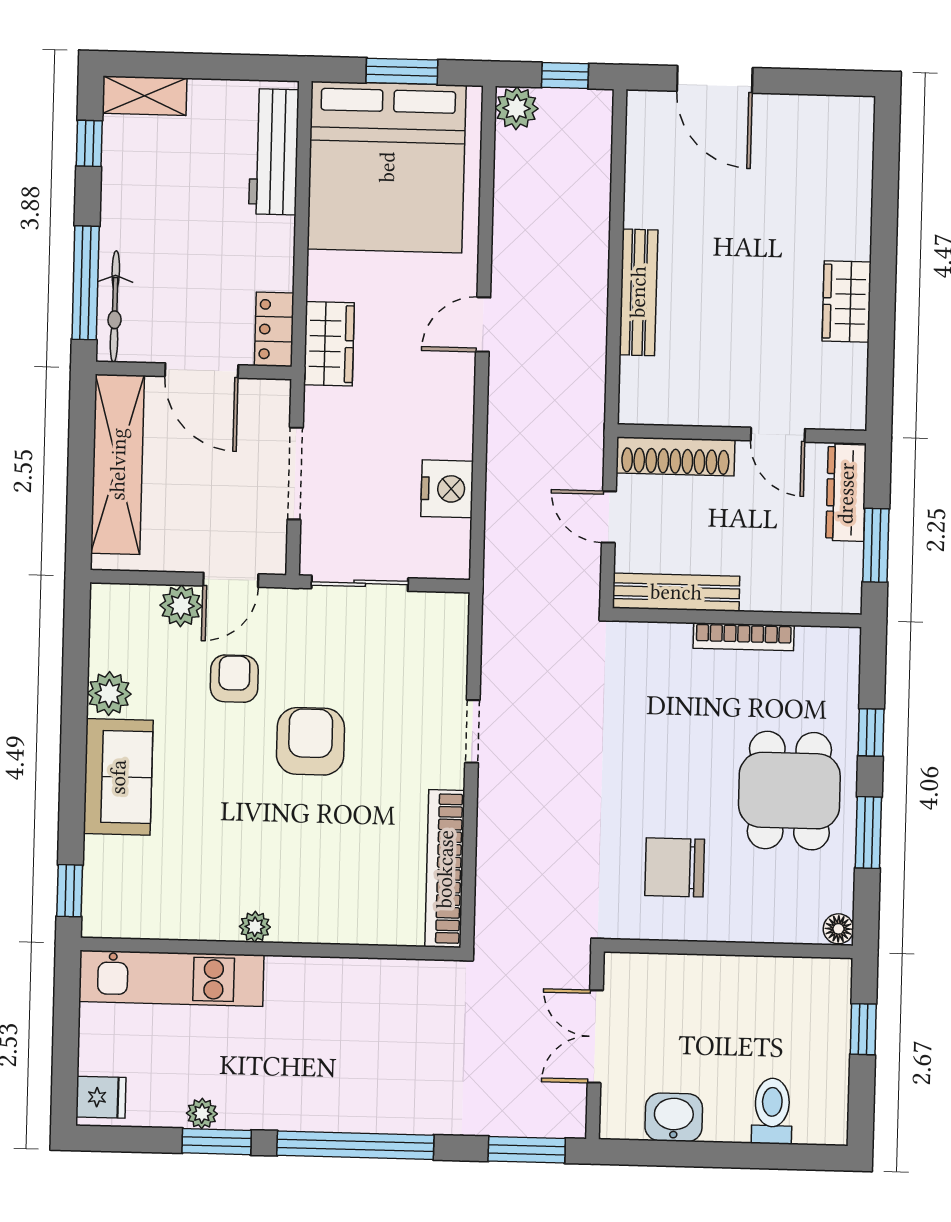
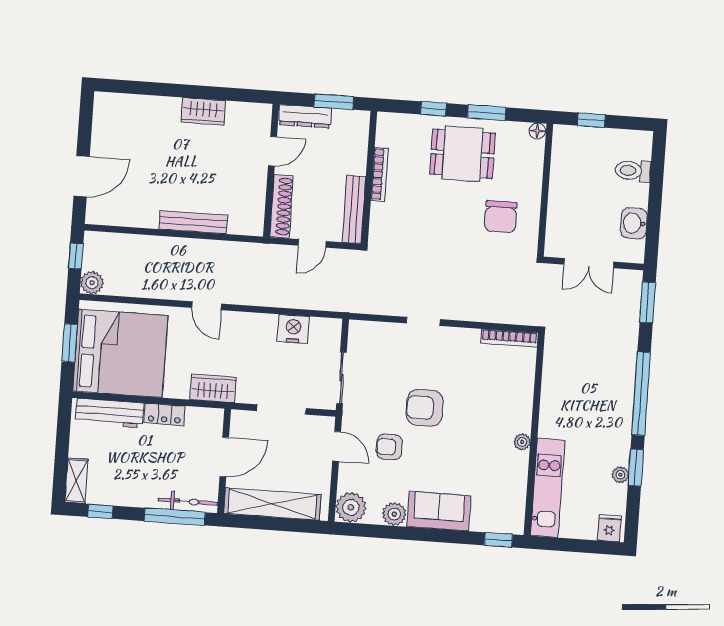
locker: (274, 329) -> (164, 414), moved
plant: (181, 606) -> (351, 507), moved, width x1.36, depth x1.36
bookcase: (445, 869) -> (509, 338), width x0.68, depth x0.76

